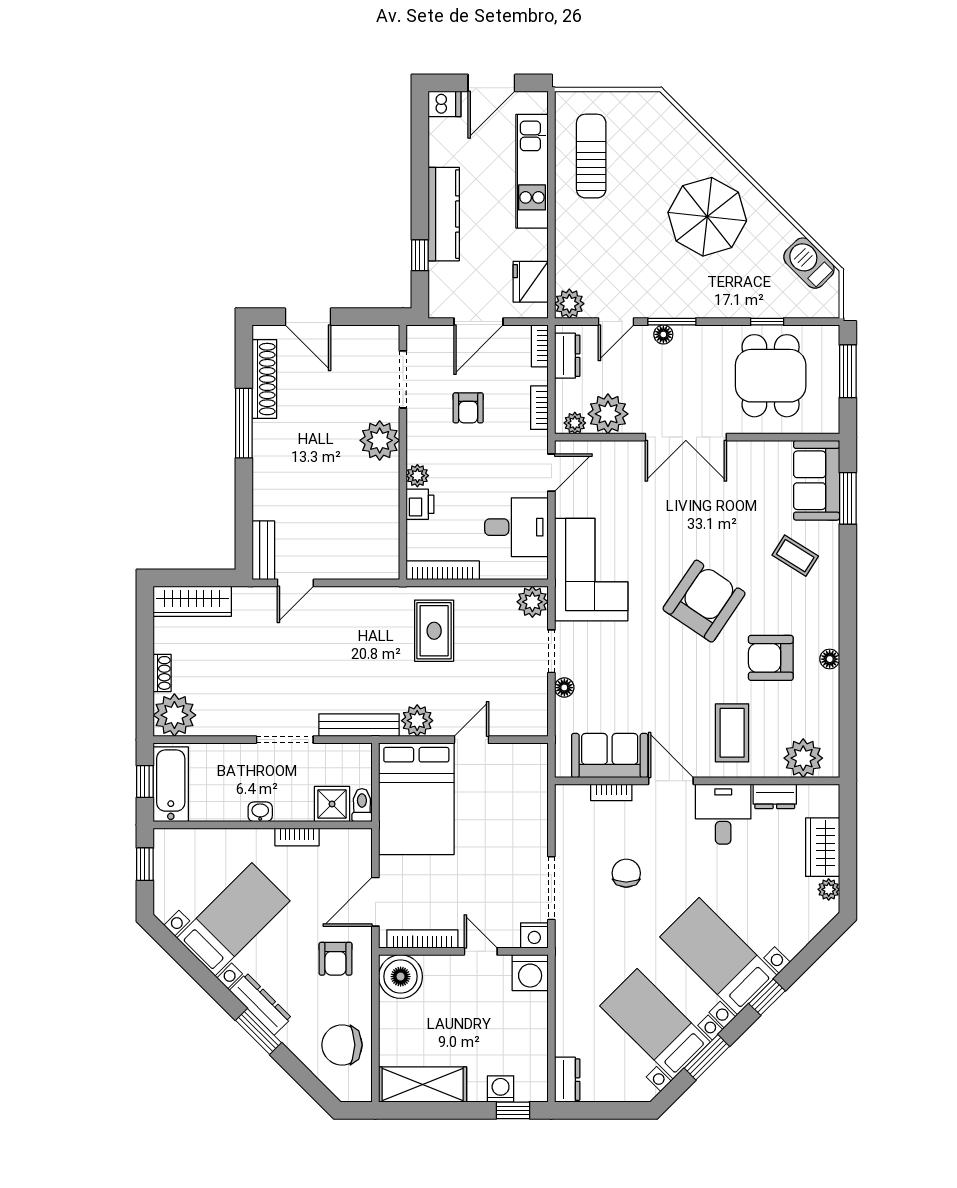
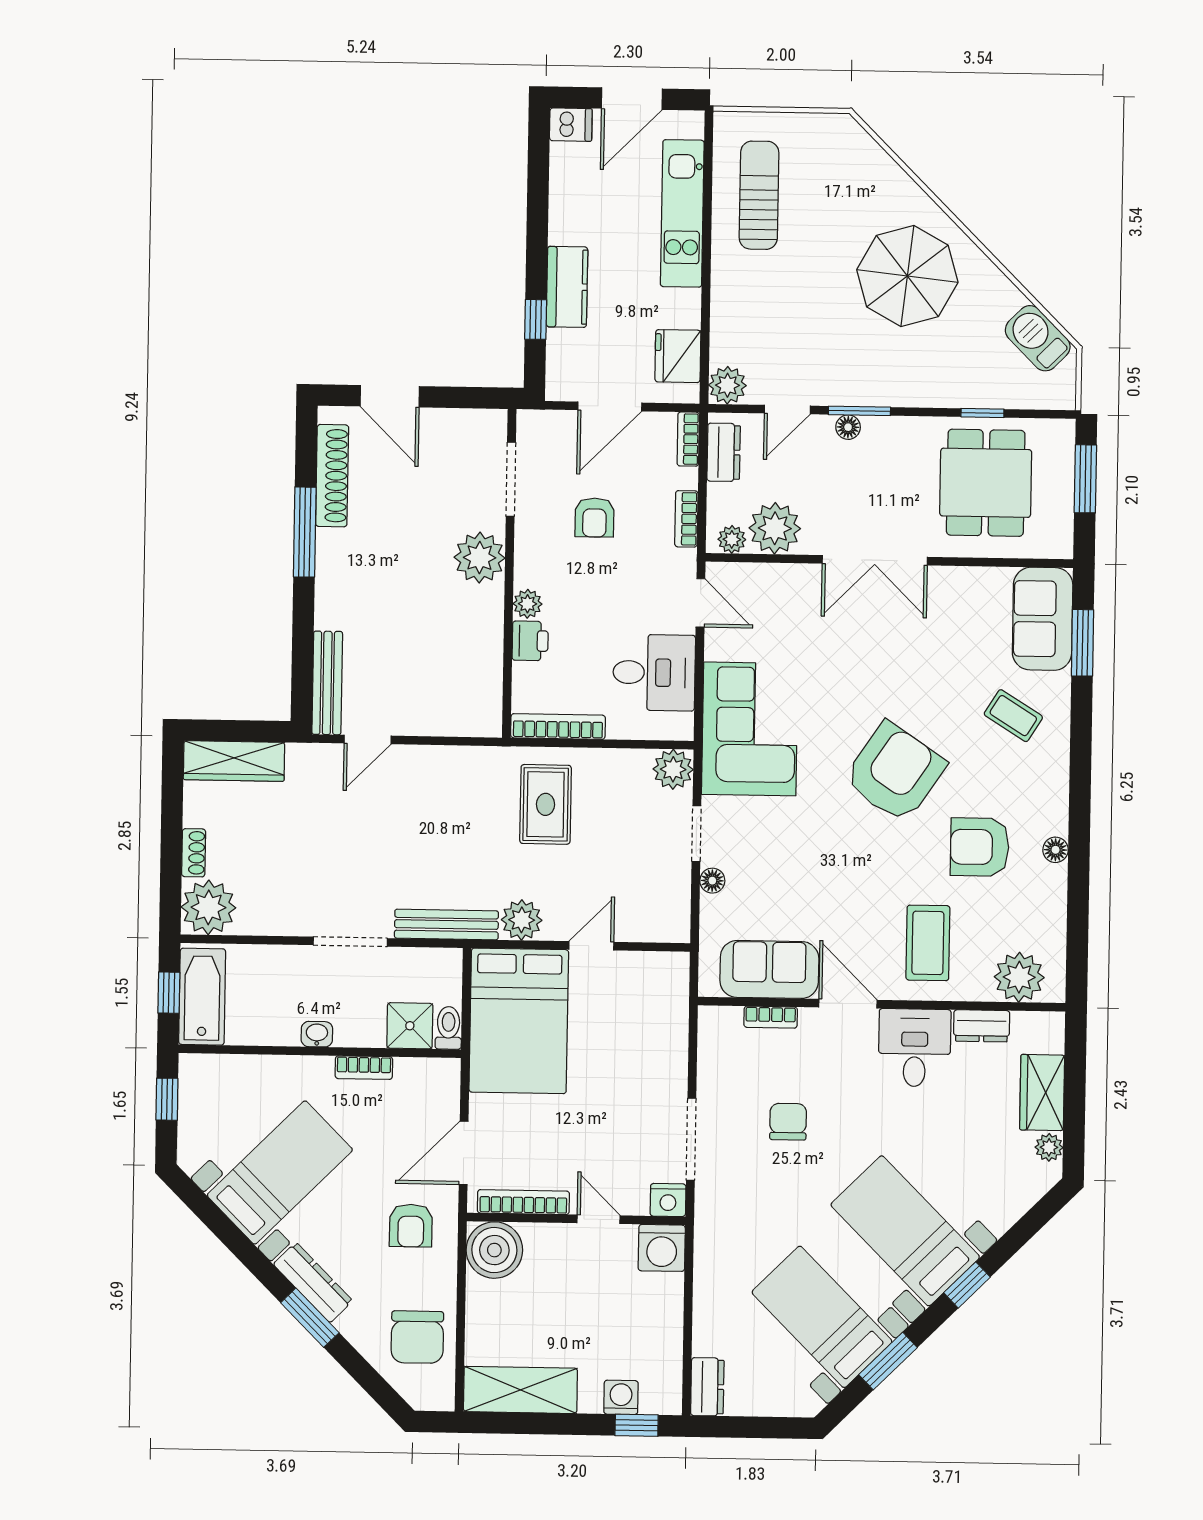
kitchen counter: (444, 214) -> (567, 287), width x0.67
door: (551, 473) -> (700, 603), hinge flipped
bench: (263, 550) -> (327, 683), width x1.36
chair: (342, 1045) -> (417, 1337), turned -90

